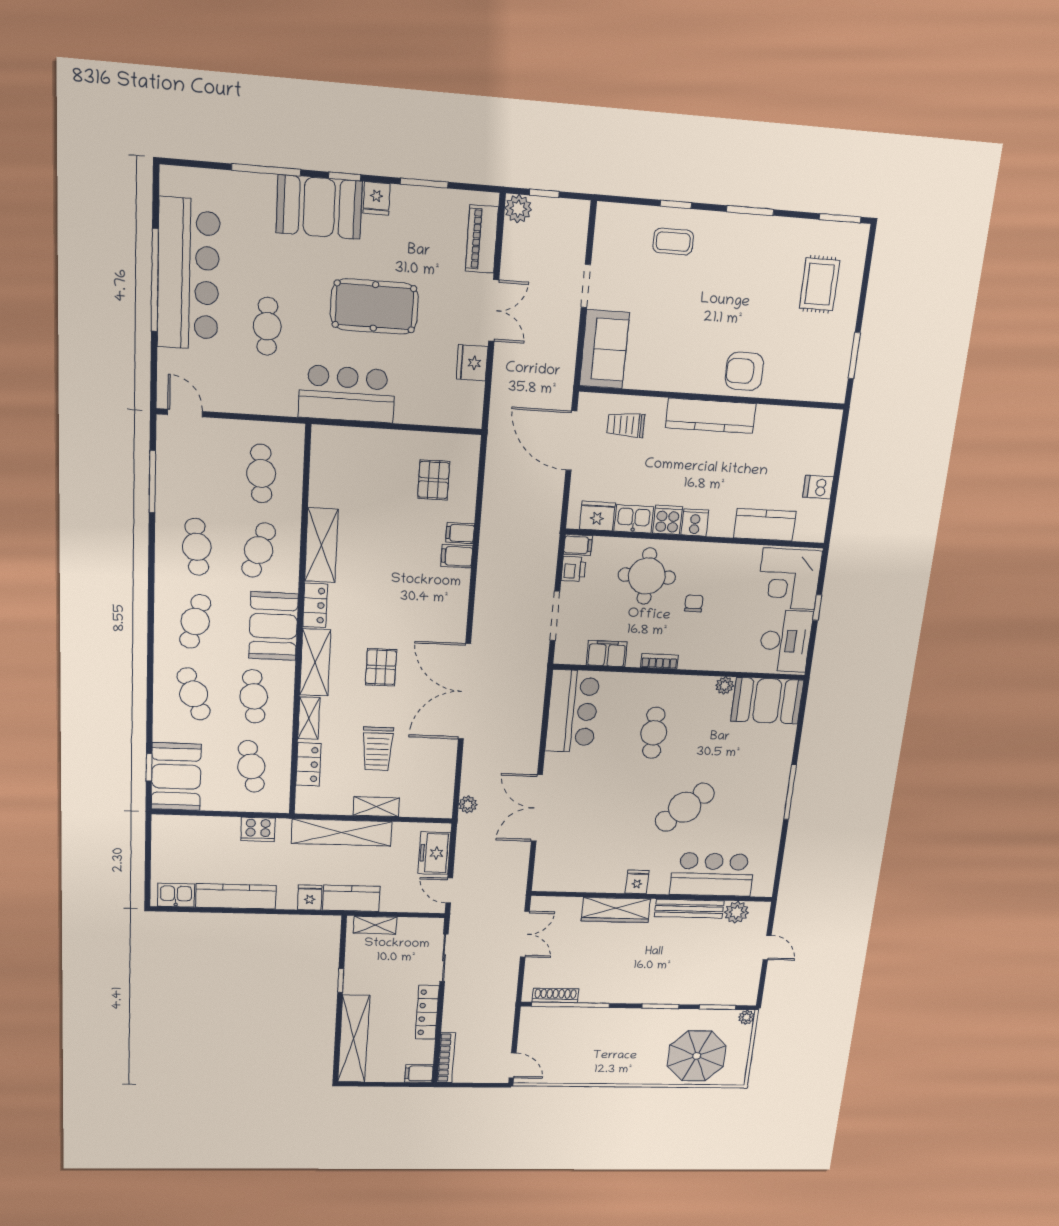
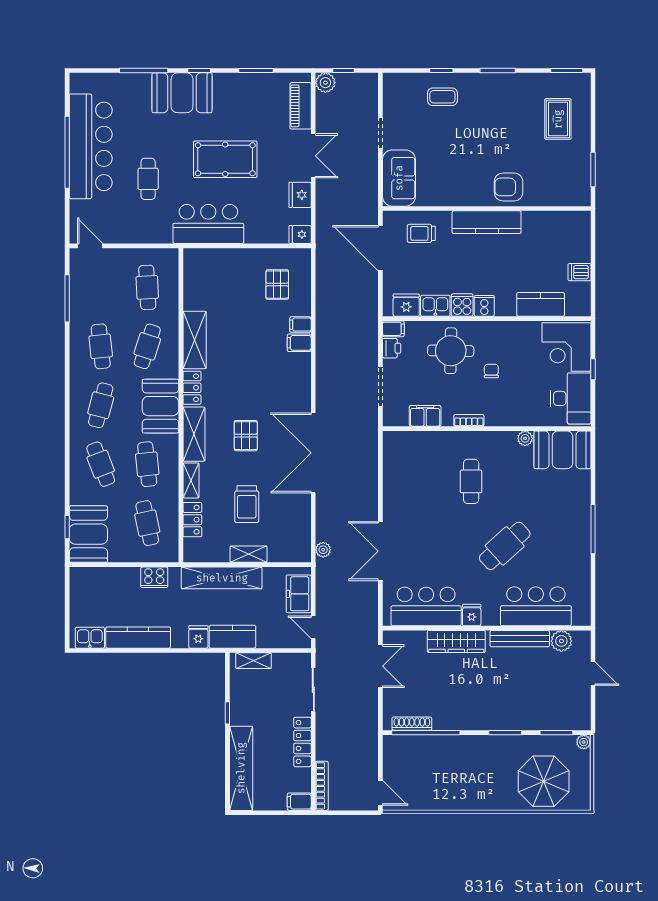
fridge: (376, 198) -> (300, 234), moved, turned 90
bar counter: (572, 711) -> (426, 606), moved, turned -90

